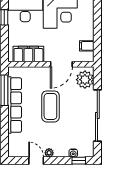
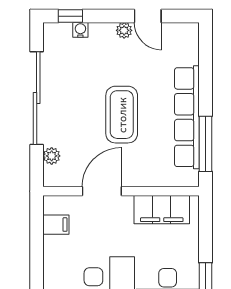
plant: (85, 80) -> (52, 156), width x0.53, depth x0.53

